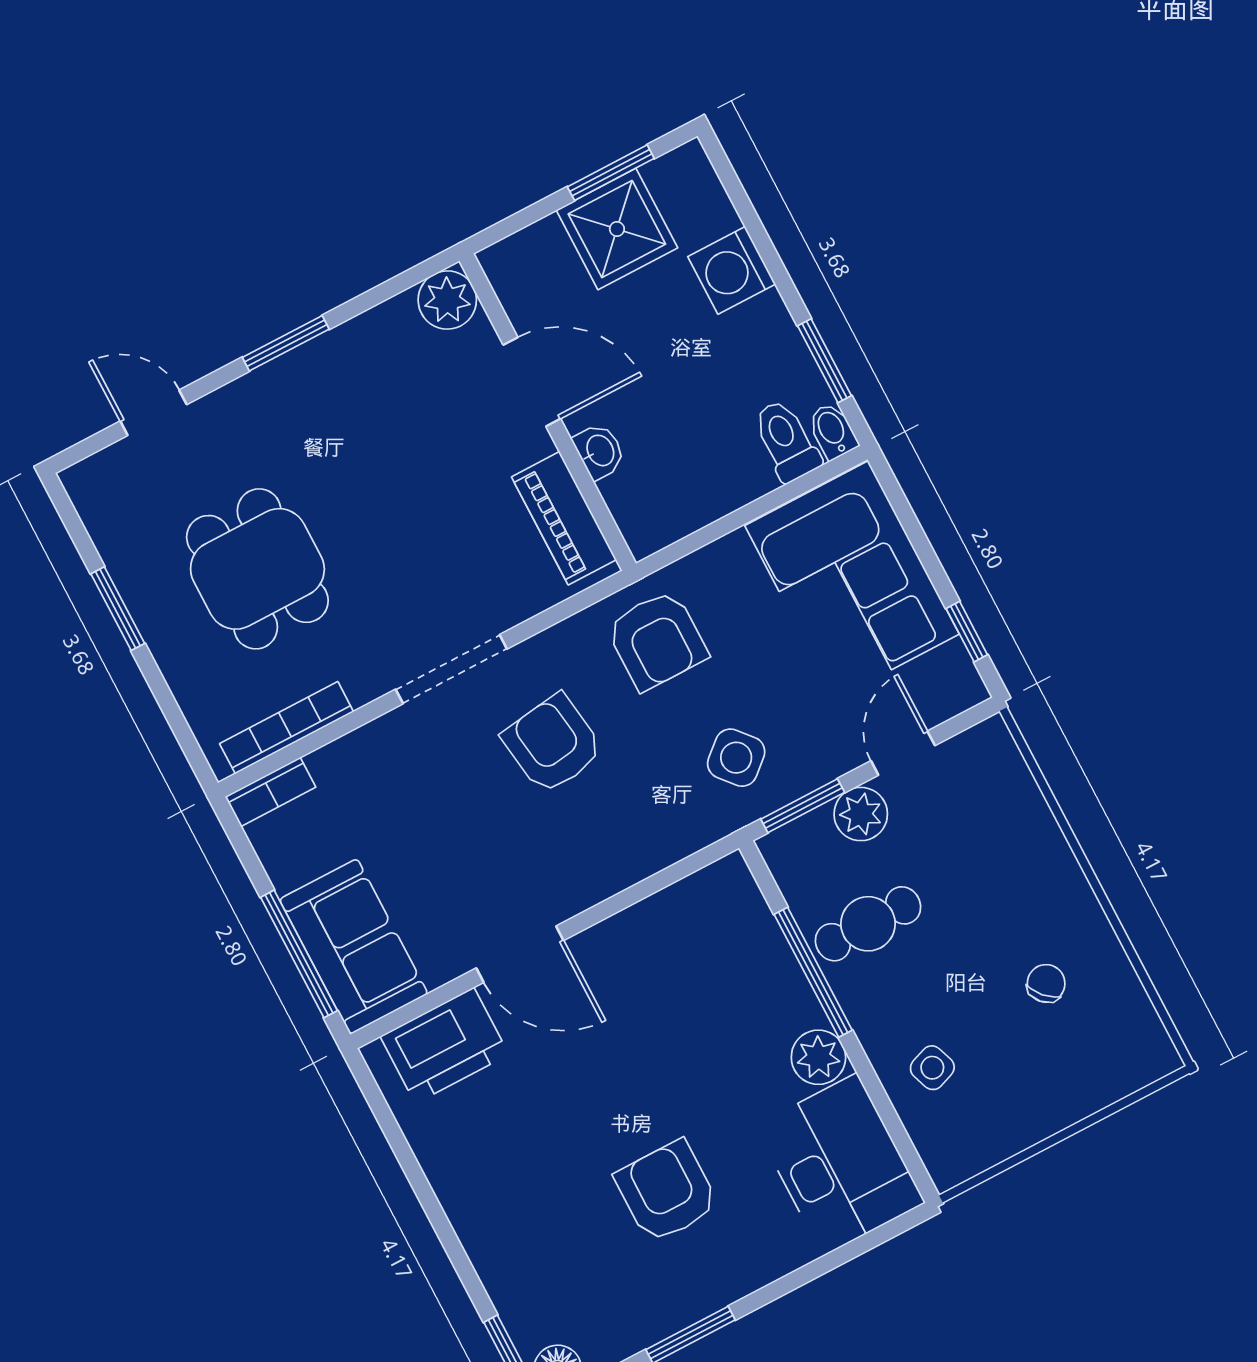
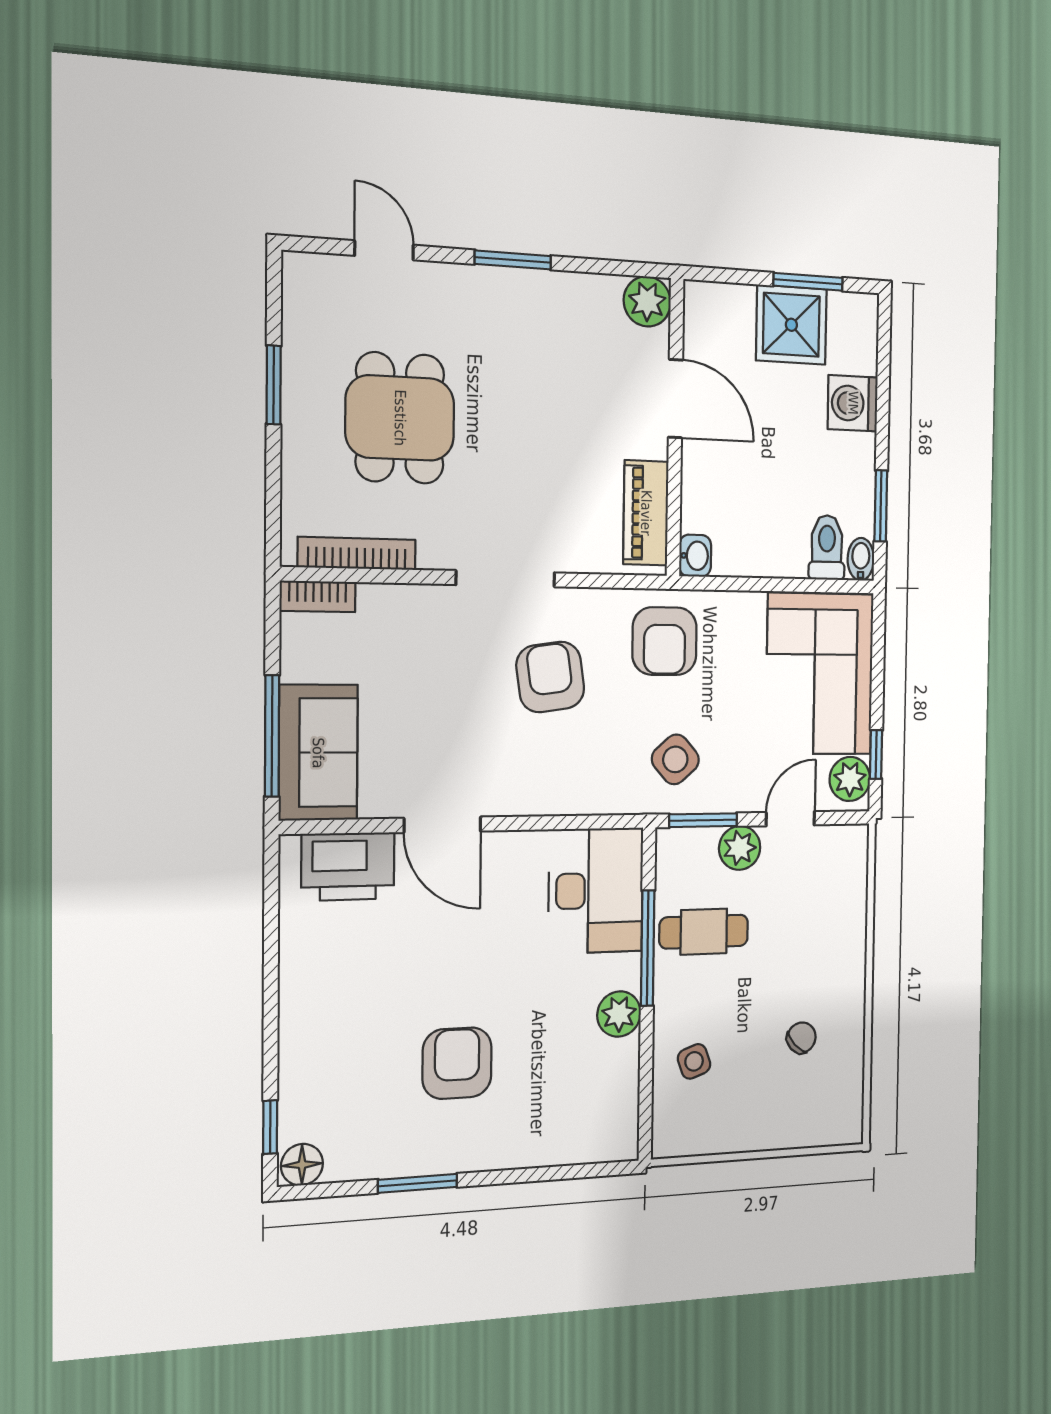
washbasin: (599, 451) -> (695, 556), moved
plant: (950, 674) -> (850, 779), added
desk: (840, 1164) -> (596, 891), moved

